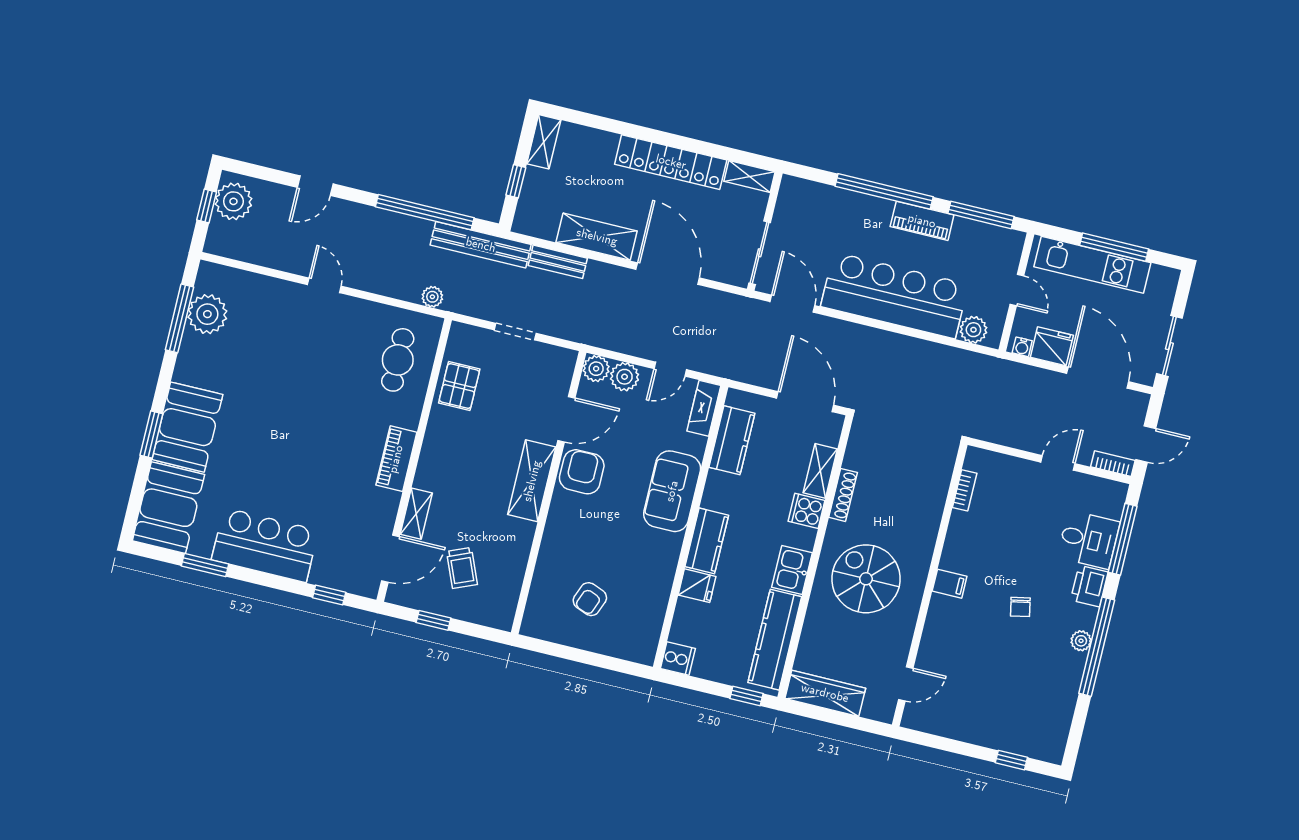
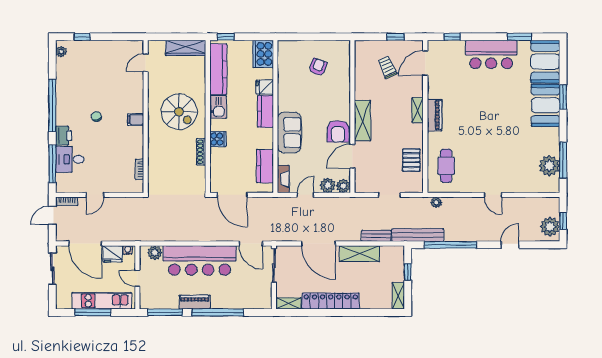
shelving: (820, 471) -> (216, 161), removed
shelving: (416, 514) -> (418, 110), moved
plant: (1081, 641) -> (61, 52), moved
cooker: (678, 659) -> (263, 54), width x1.87, depth x1.31

